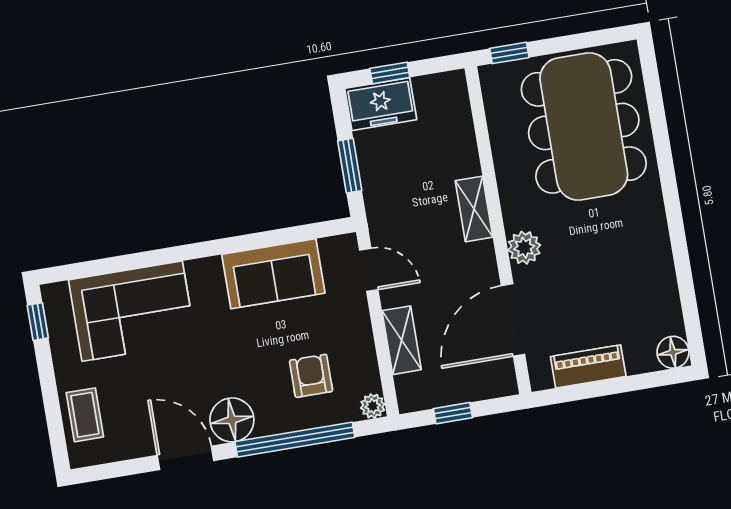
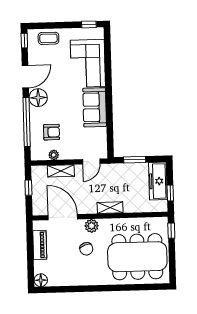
window: (390, 73) -> (170, 193), moved
freezer: (381, 104) -> (158, 181), width x1.40
chair: (582, 253) -> (86, 249), added
sofa: (273, 274) -> (95, 107), moved
plant: (373, 406) -> (54, 155), moved
window: (98, 472) -> (24, 41), added

